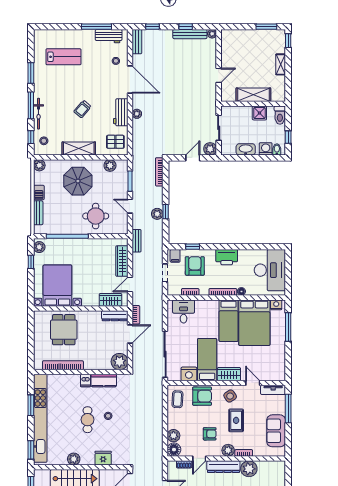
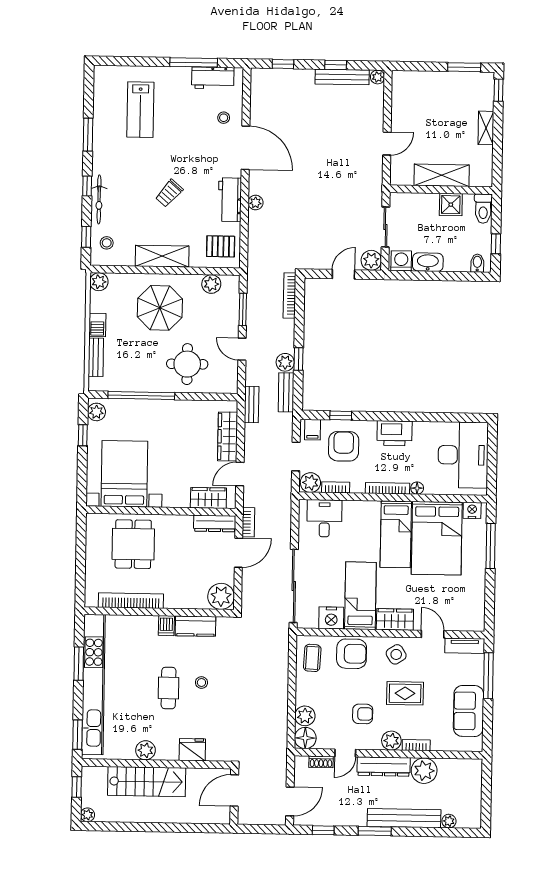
bench: (137, 42) -> (286, 392), moved
lab bench: (63, 57) -> (140, 110), turned 90
window: (31, 105) -> (87, 186), width x0.46
washing machine: (266, 149) -> (401, 261), moved
plant: (174, 289) -> (310, 483), added
rug: (236, 420) -> (405, 693), turned 90

